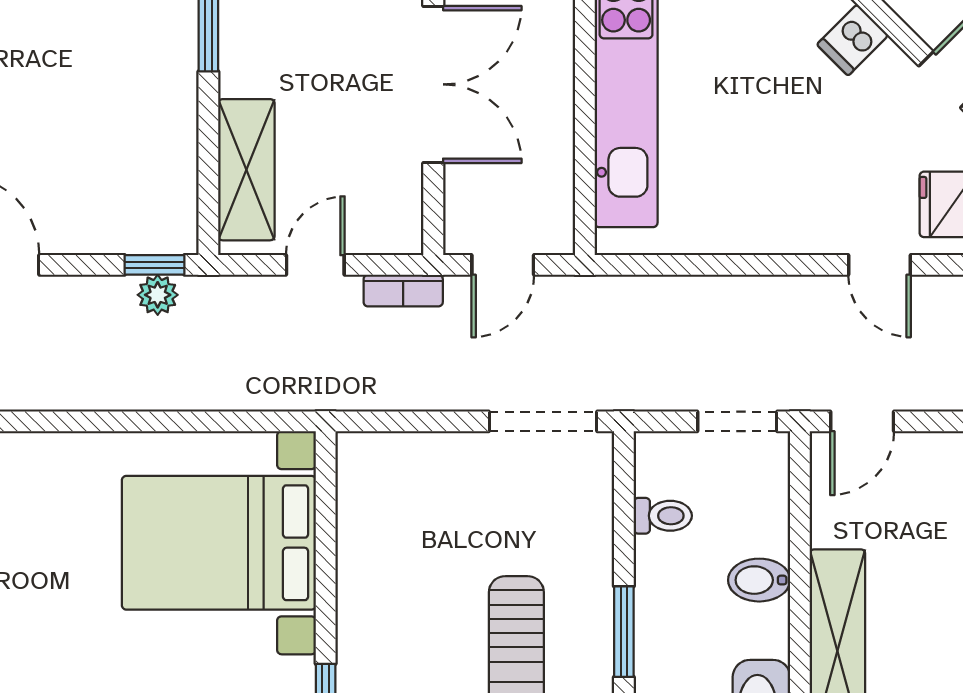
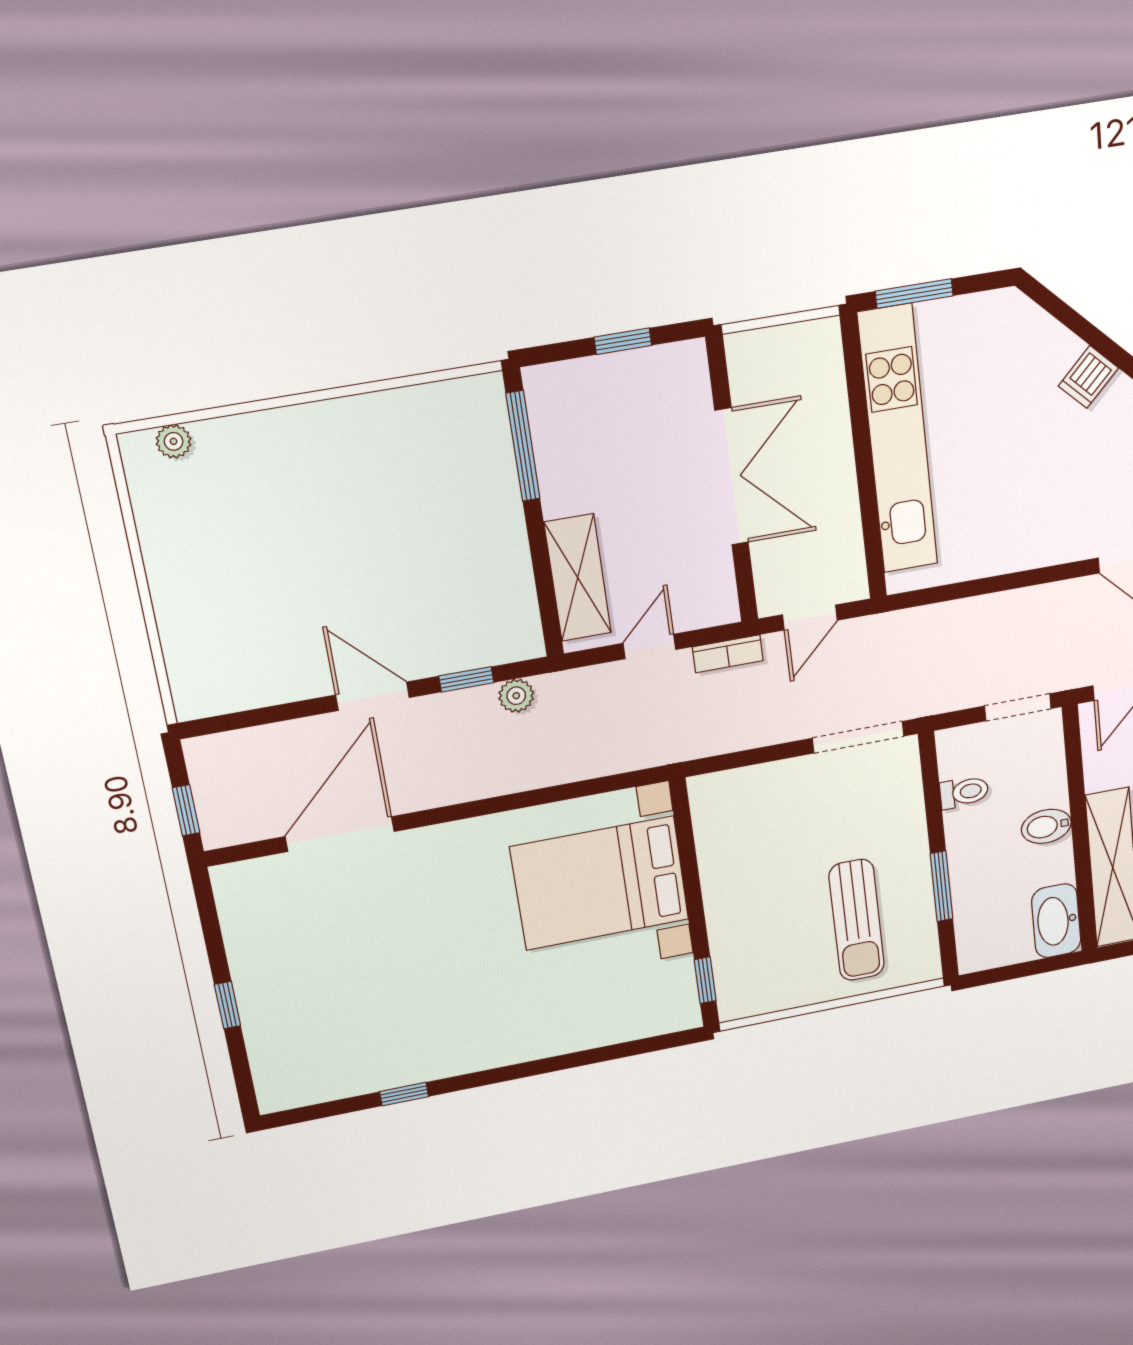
window: (154, 265) -> (466, 679), moved

